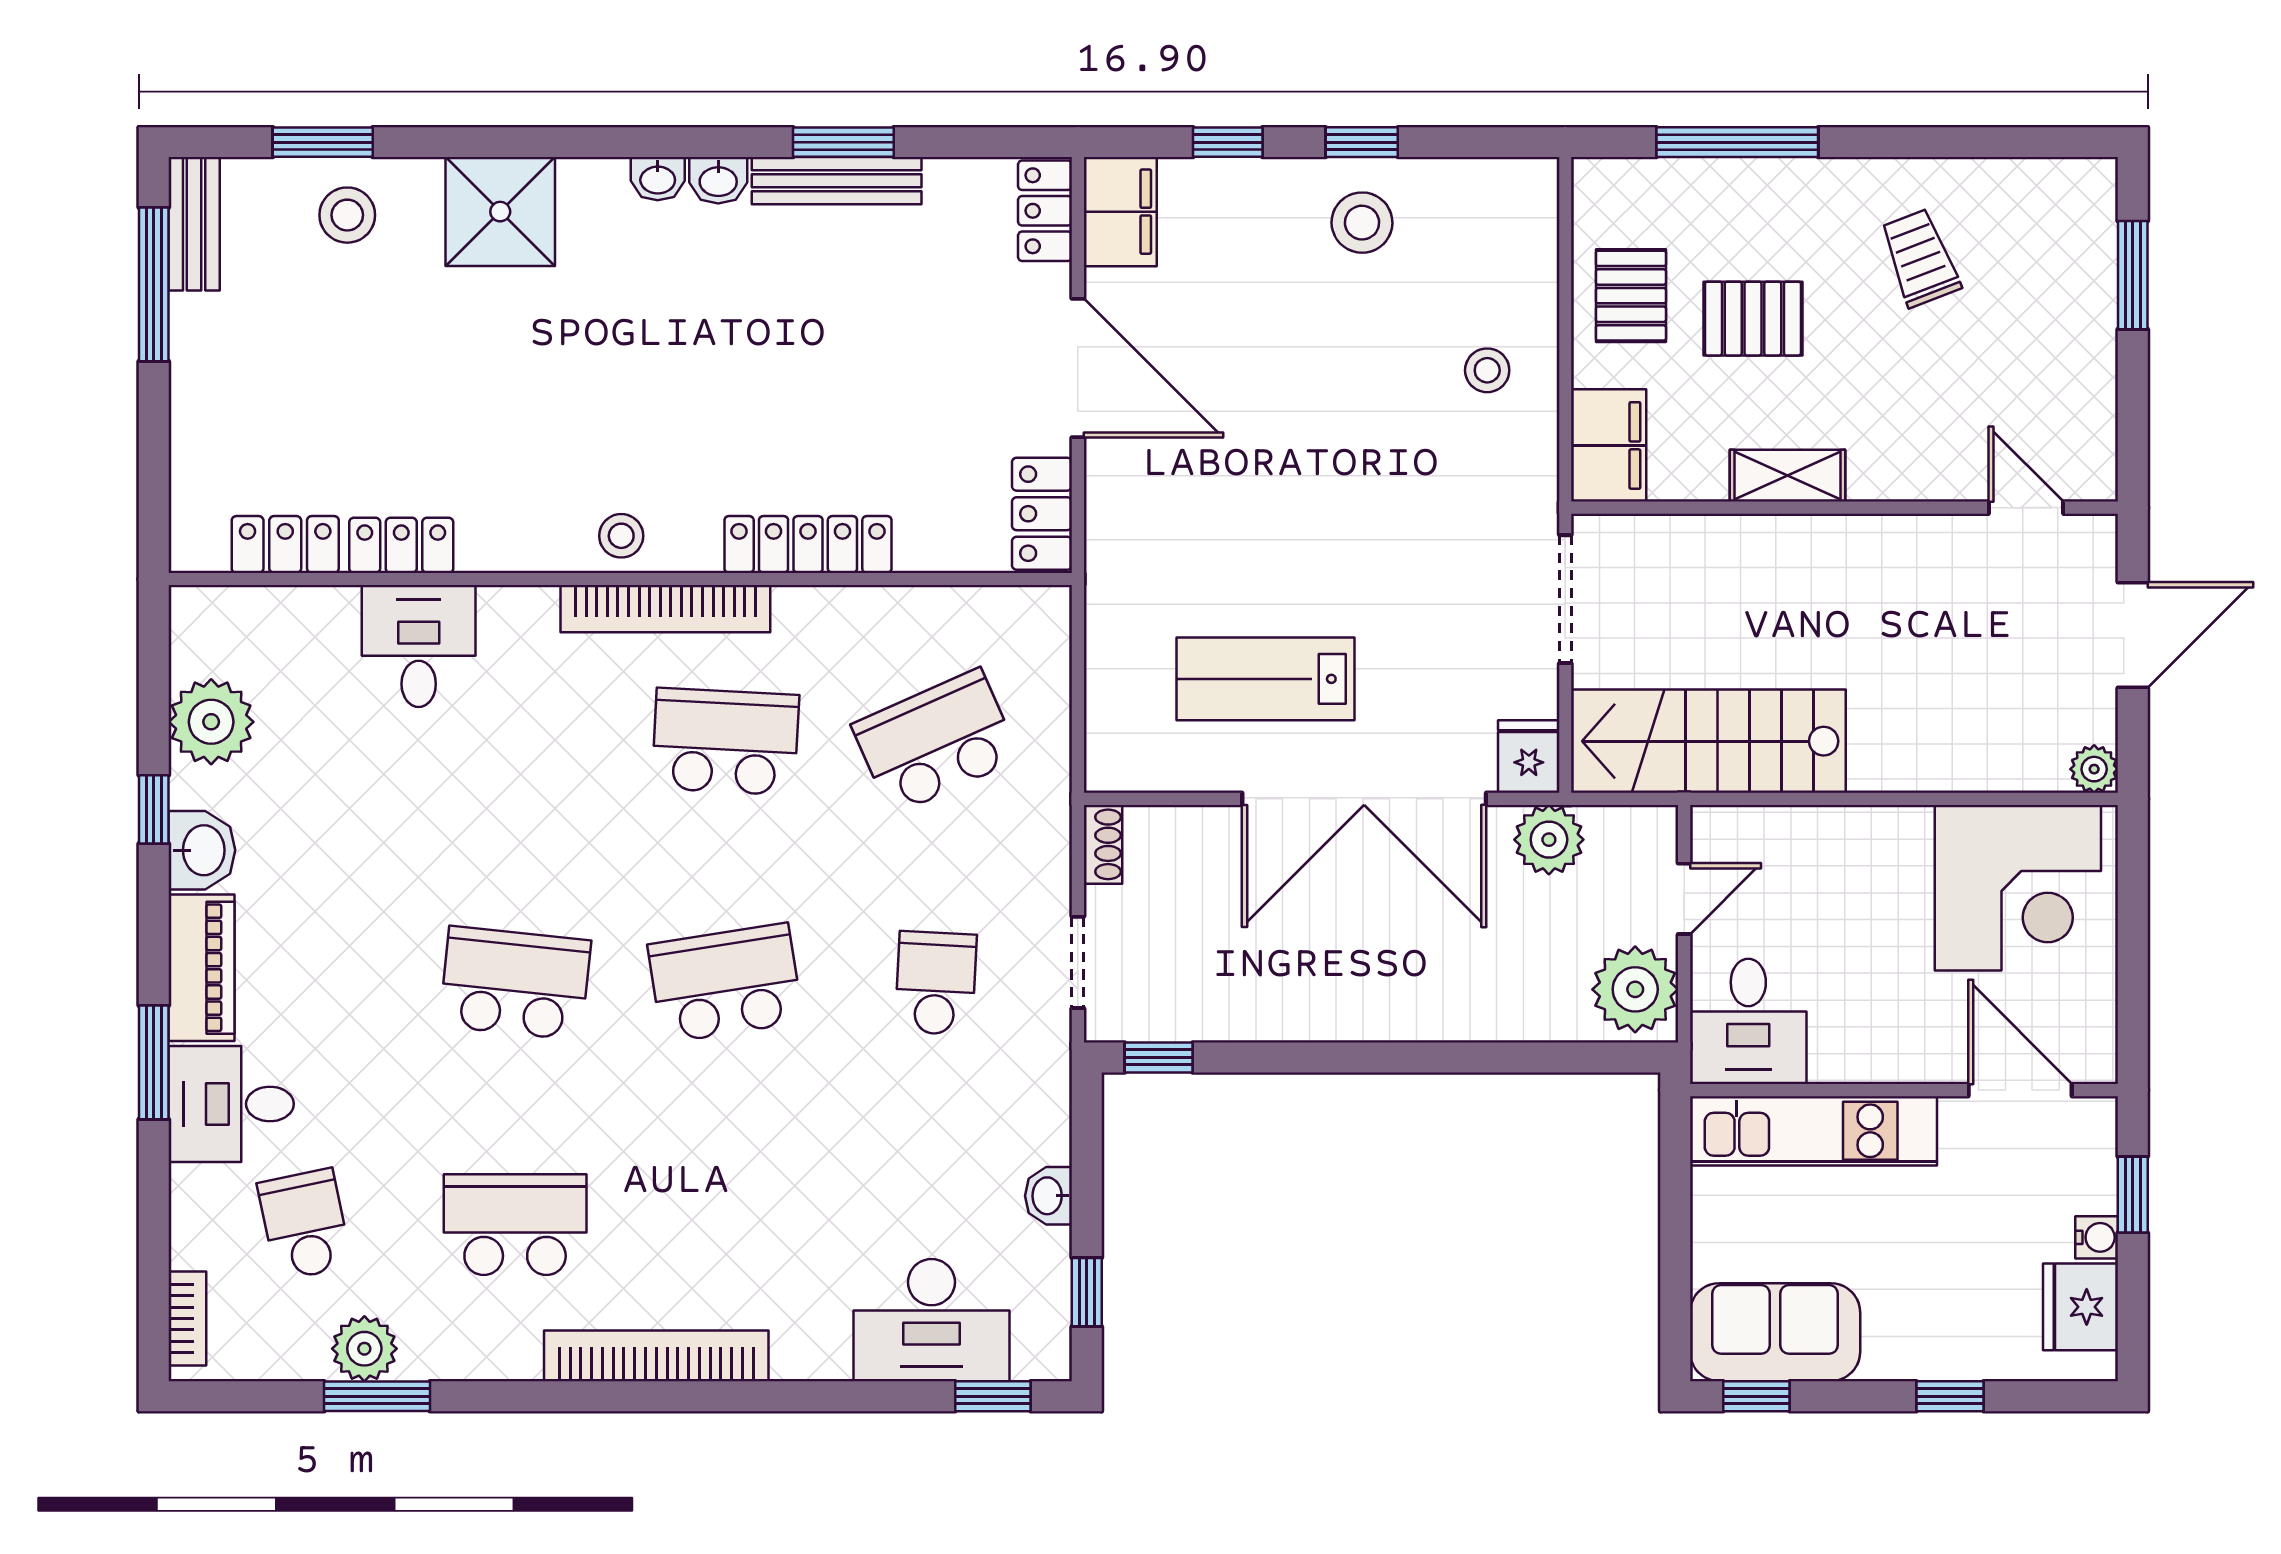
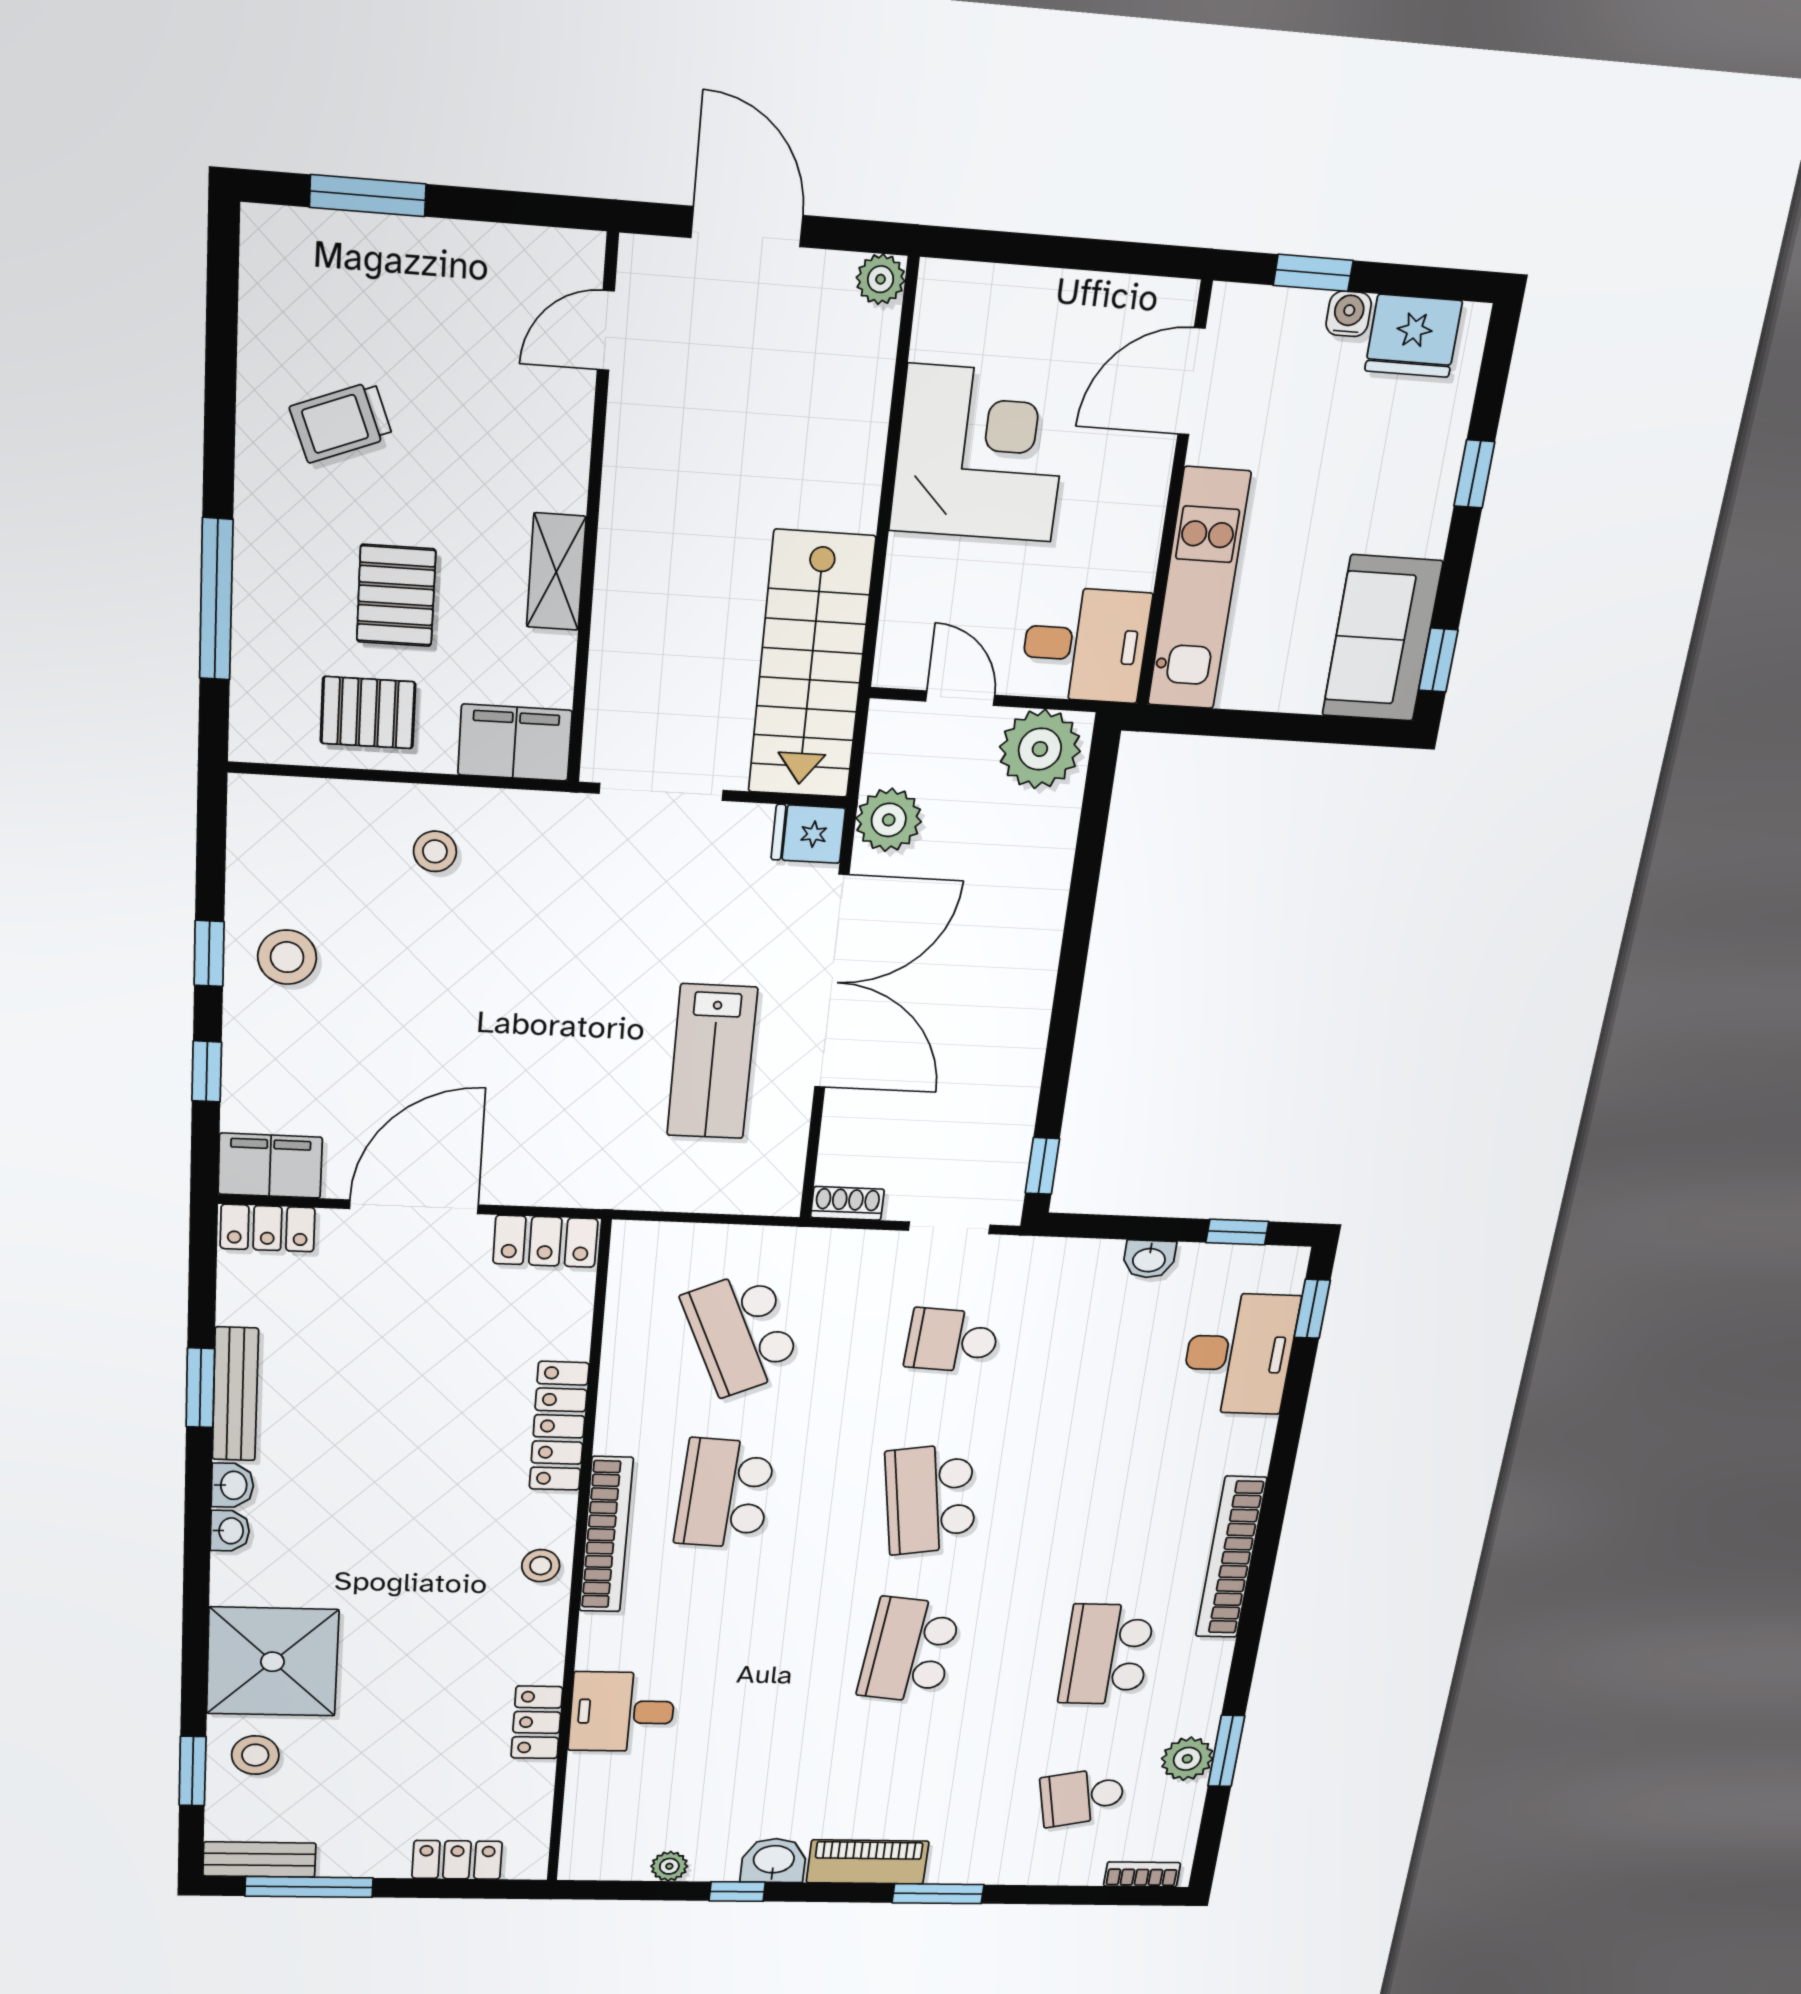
shower: (500, 212) -> (272, 1662), width x1.37, depth x1.37
locker: (285, 544) -> (457, 1860), moved, turned 90
plant: (211, 722) -> (669, 1866), width x0.53, depth x0.53
corner desk: (2018, 888) -> (980, 453), moved
desk: (231, 1104) -> (979, 1844), removed

